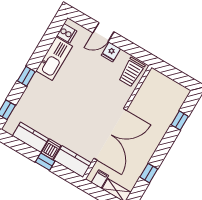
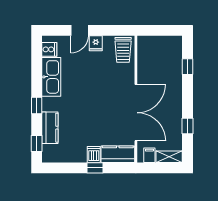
kitchen counter: (30, 137) -> (50, 128), moved, turned 90

